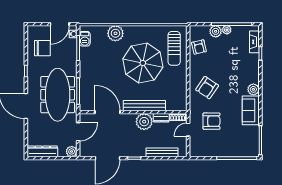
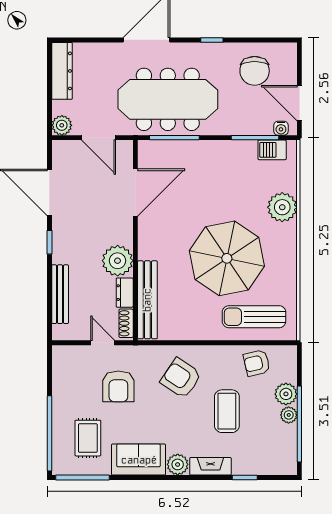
fireplace: (254, 42) -> (210, 466), moved
coffee table: (225, 63) -> (227, 411), added
bench: (144, 106) -> (147, 300), moved
rug: (239, 137) -> (88, 438), added

